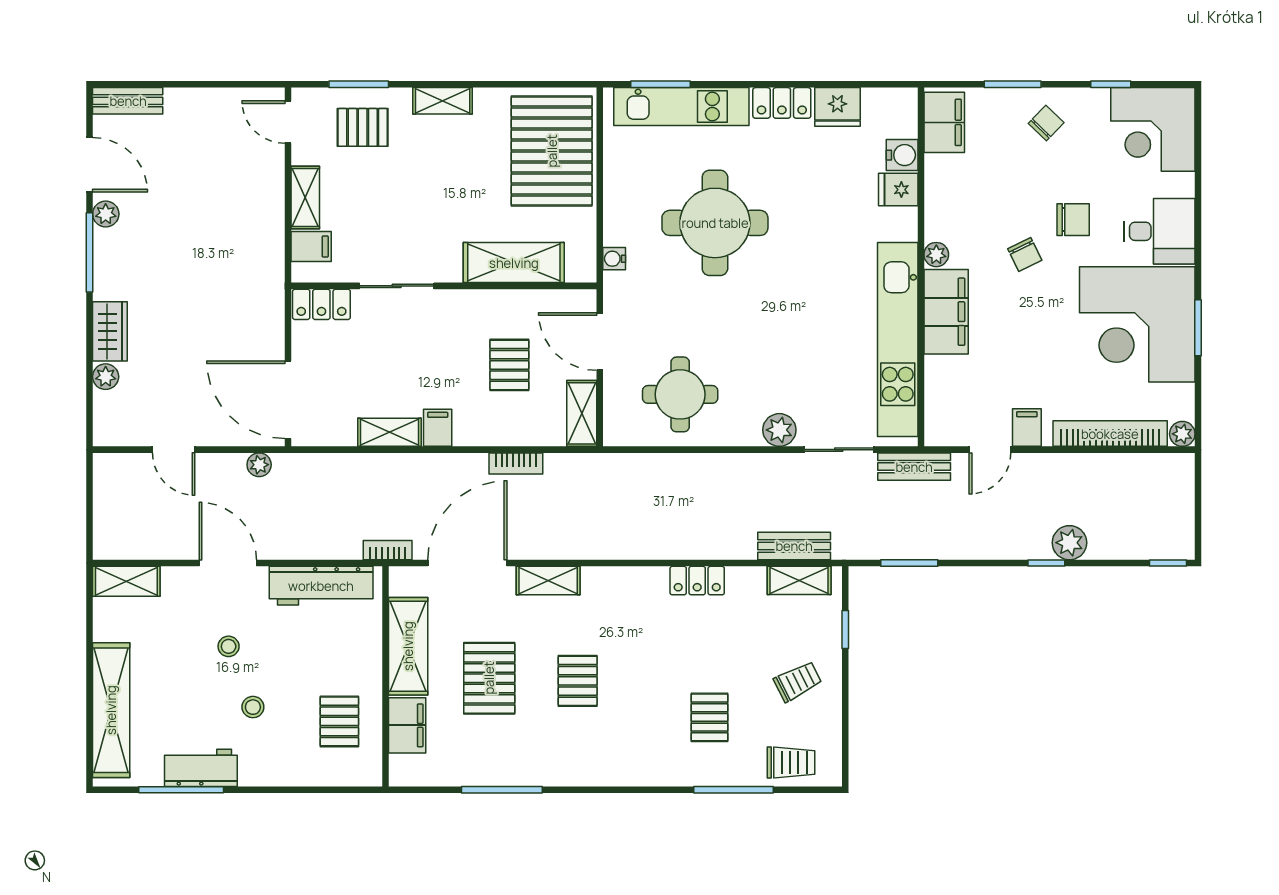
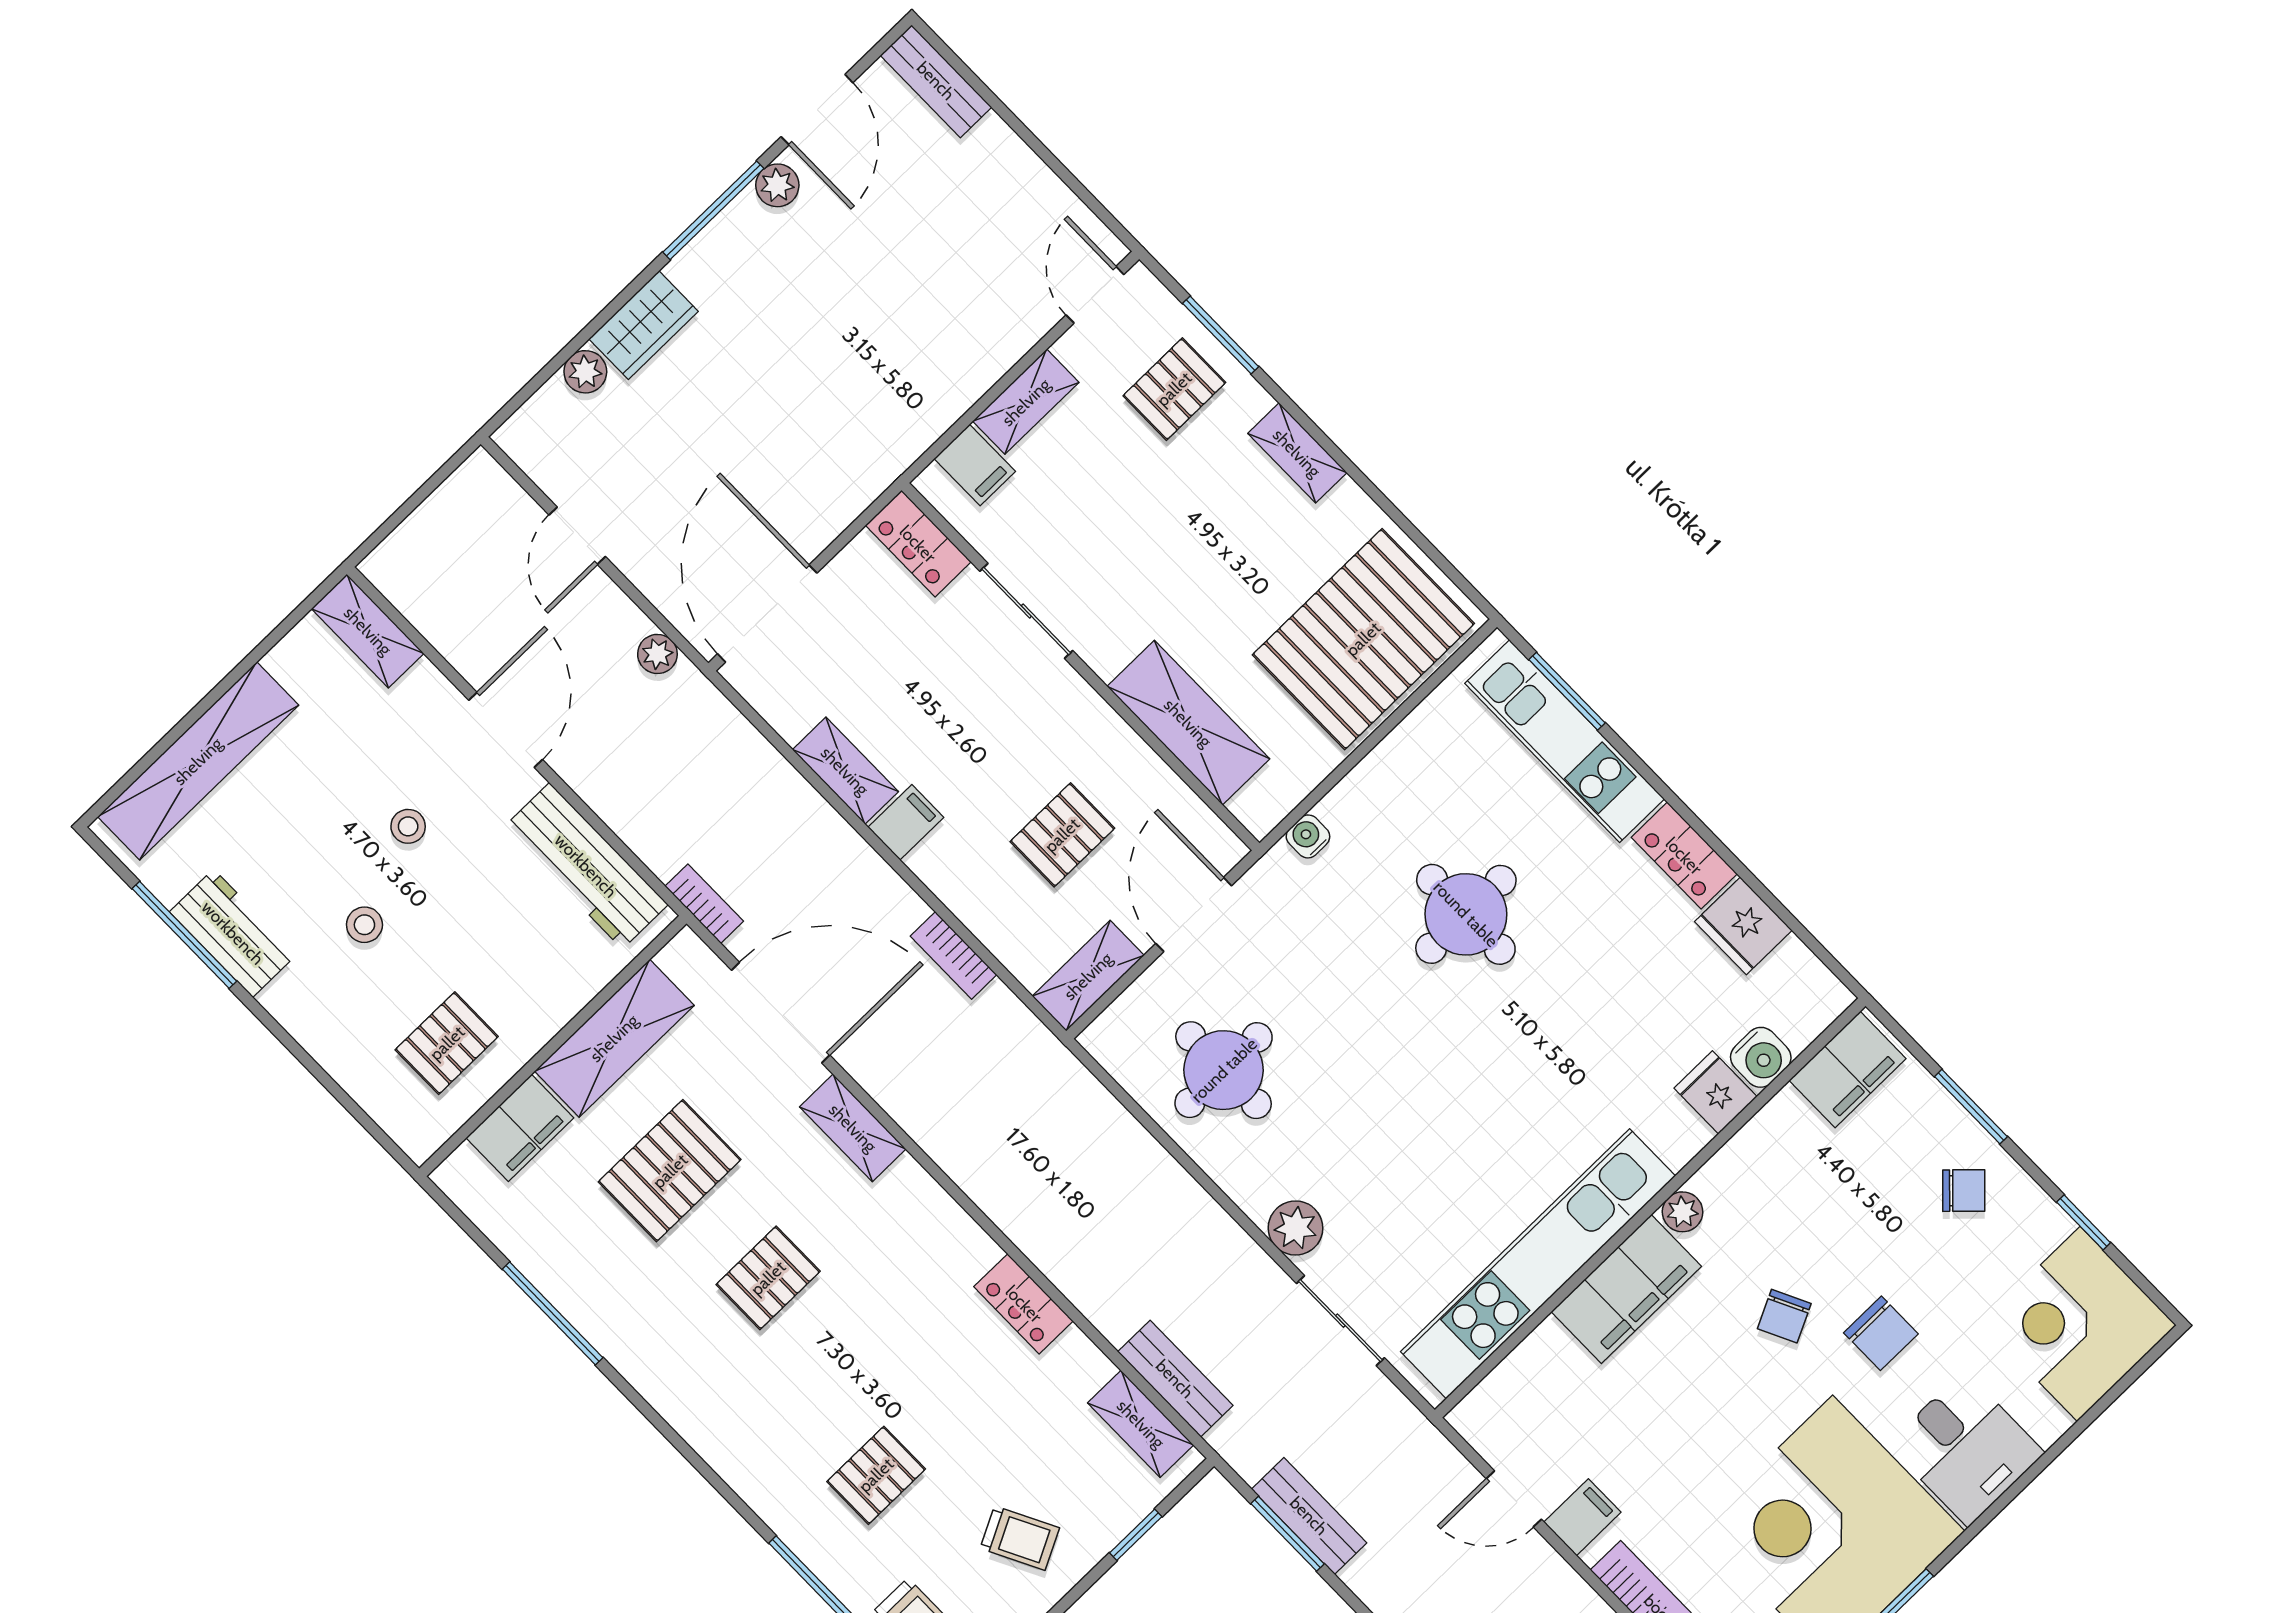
pallet: (363, 127) -> (1174, 389), turned 90
round table: (715, 223) -> (1466, 914), width x0.73, depth x0.73
bench: (914, 467) -> (1309, 1516), moved

